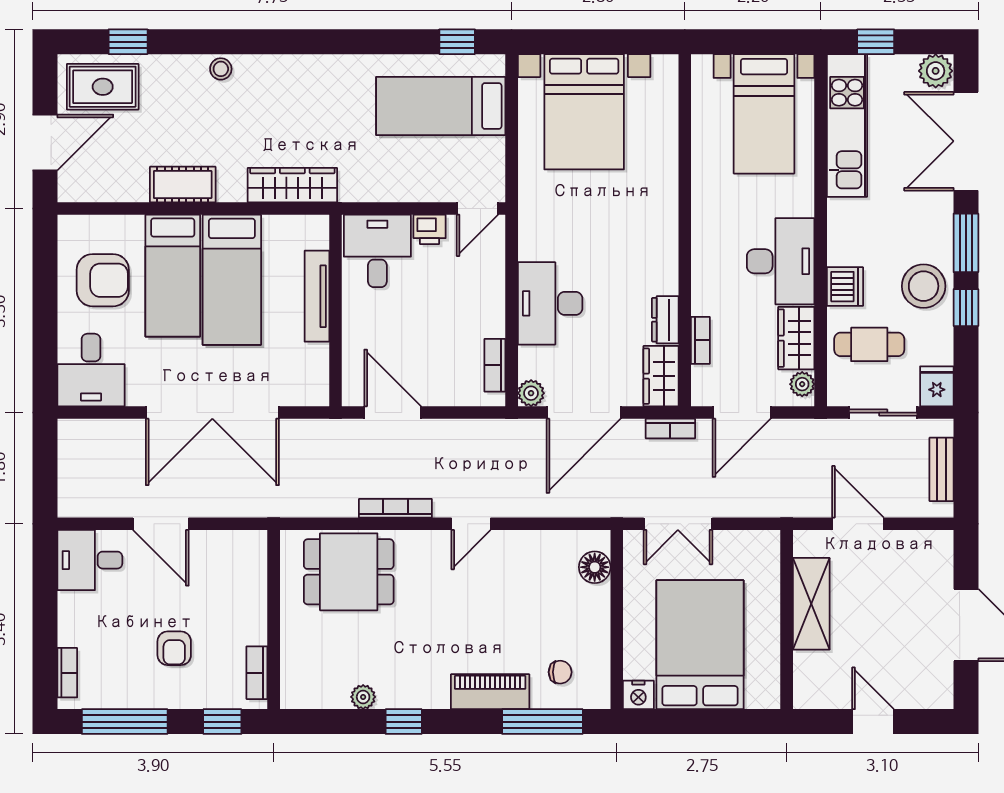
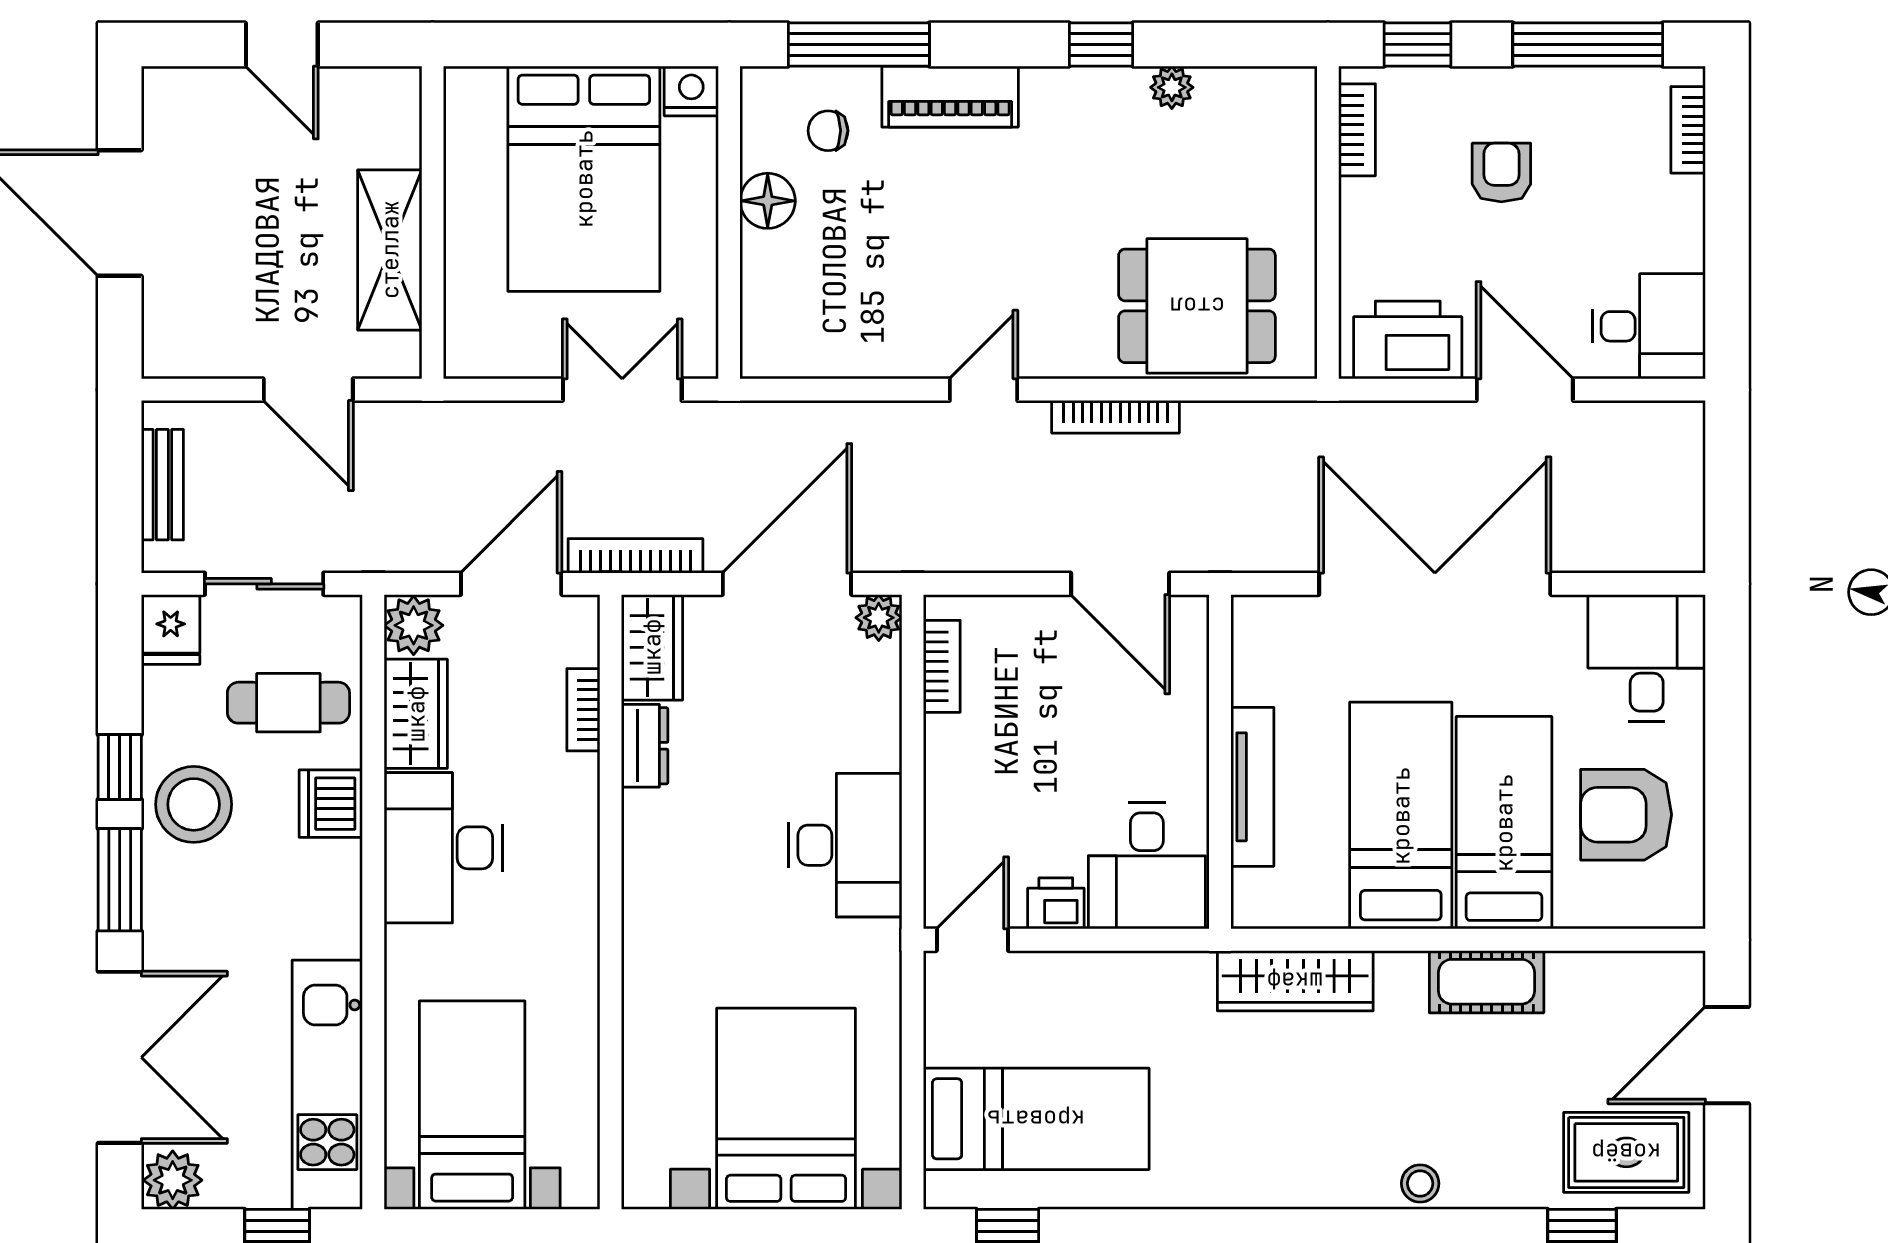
desk: (550, 303) -> (845, 845), moved
plant: (802, 384) -> (414, 625), width x1.38, depth x1.38
bookcase: (670, 429) -> (635, 556), width x1.56
printer: (228, 552) -> (1408, 340), added
floor lamp: (595, 567) -> (768, 201), moved

